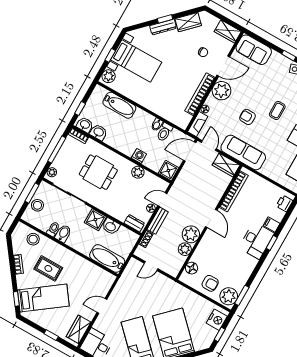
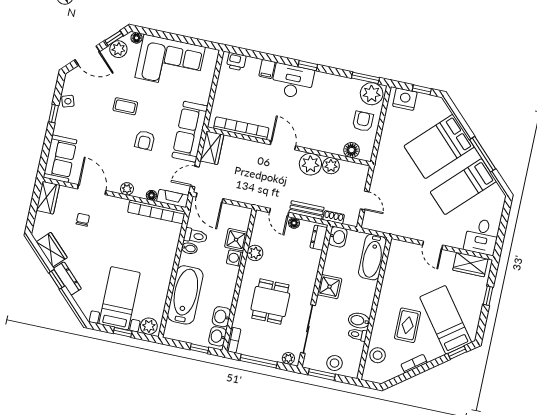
plant: (221, 91) -> (127, 189), width x0.53, depth x0.53
bookcase: (200, 94) -> (156, 212), moved
bathtub: (119, 105) -> (185, 295), width x1.36, depth x1.36
shower: (168, 171) -> (236, 240), moved
door: (211, 218) -> (283, 145), hinge flipped
washbasin: (111, 226) -> (338, 237), moved
window: (272, 243) -> (308, 66), moved

